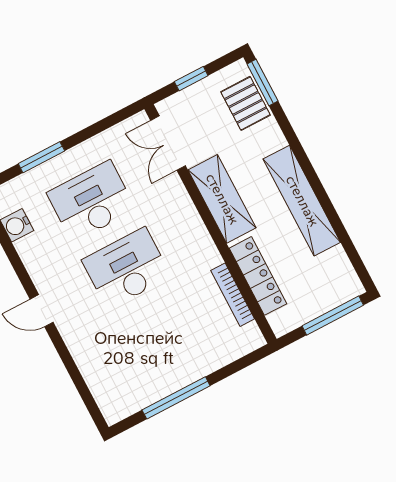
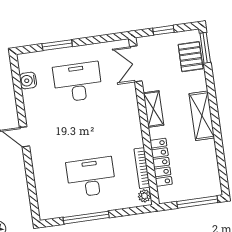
shelving: (222, 199) -> (153, 109), width x0.67, depth x0.75
shelving: (302, 201) -> (202, 116), width x0.68
desk: (127, 268) -> (91, 177), moved
plant: (251, 335) -> (145, 196), added

